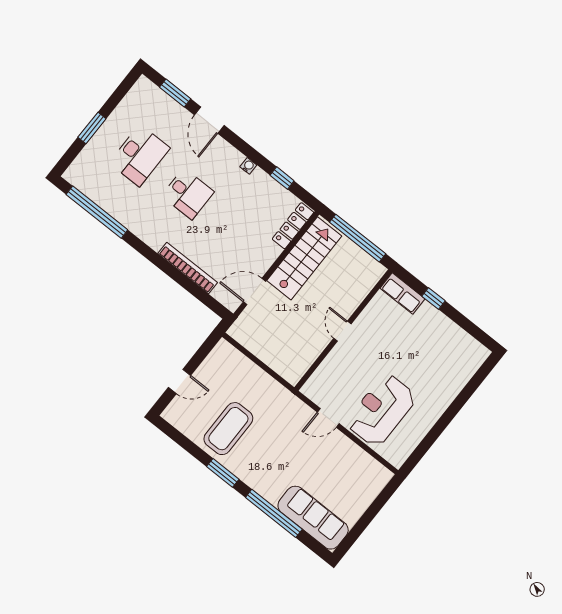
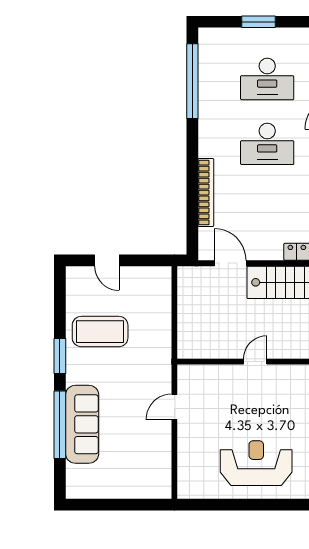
desk: (188, 194) -> (267, 144), width x1.37
reception desk: (381, 410) -> (256, 463), moved
door: (328, 418) -> (174, 407), hinge flipped
sofa: (313, 518) -> (82, 424), moved

